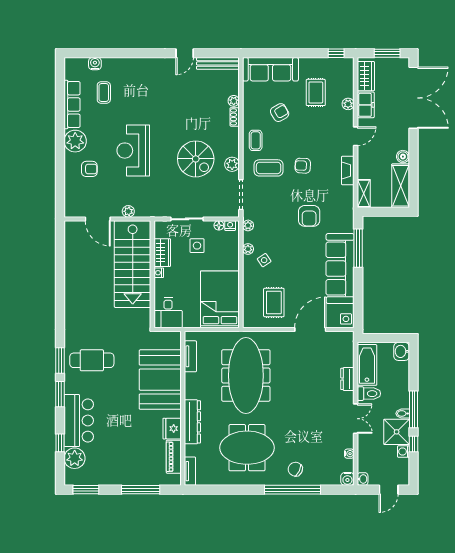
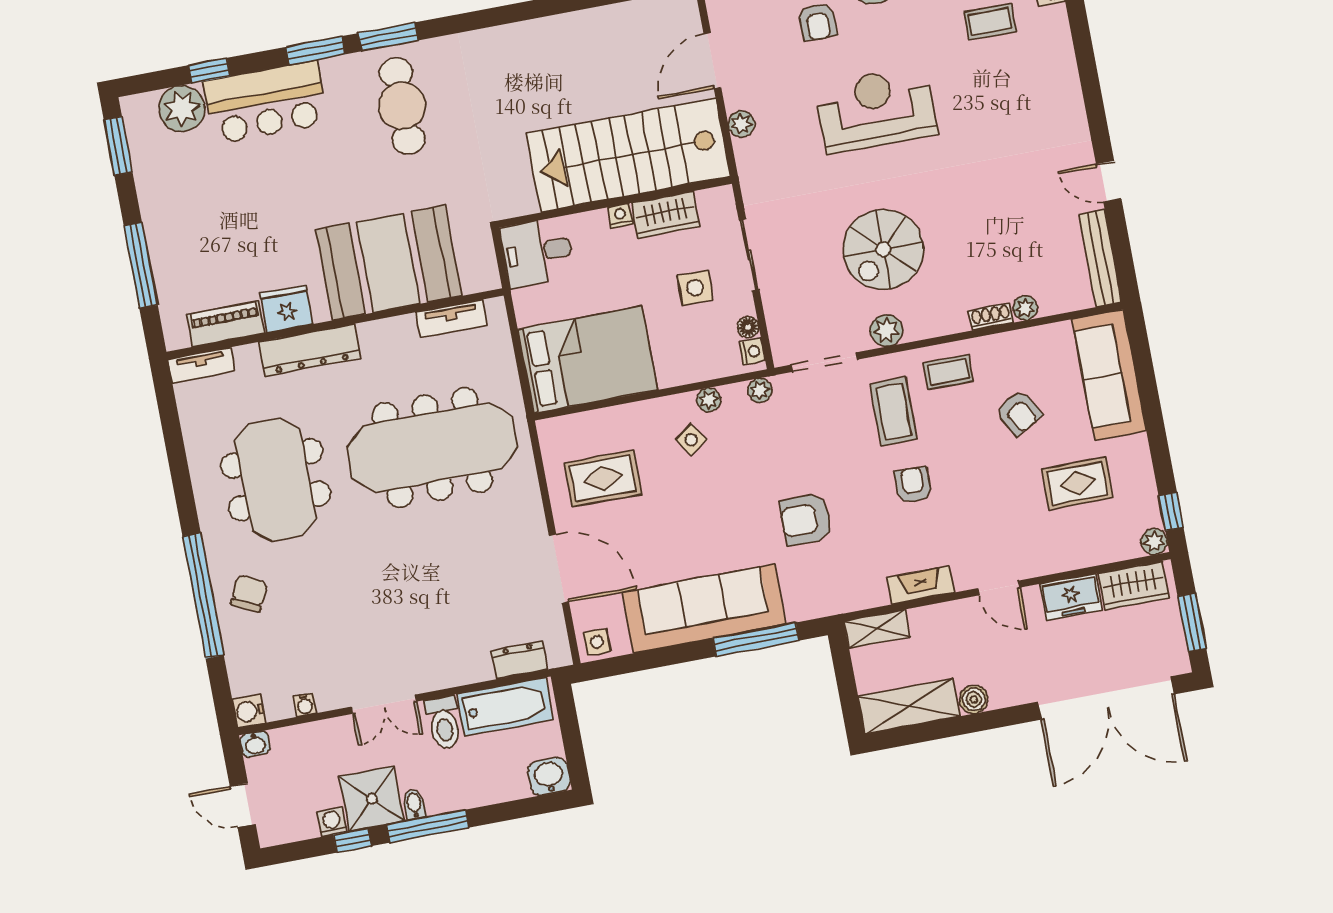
plant: (348, 104) -> (1154, 542), moved
dresser: (347, 379) -> (520, 660), moved

